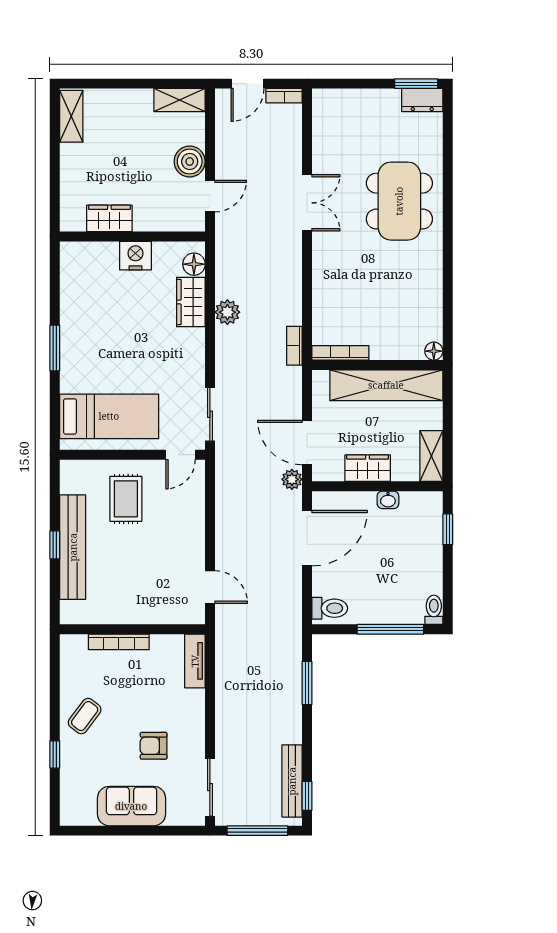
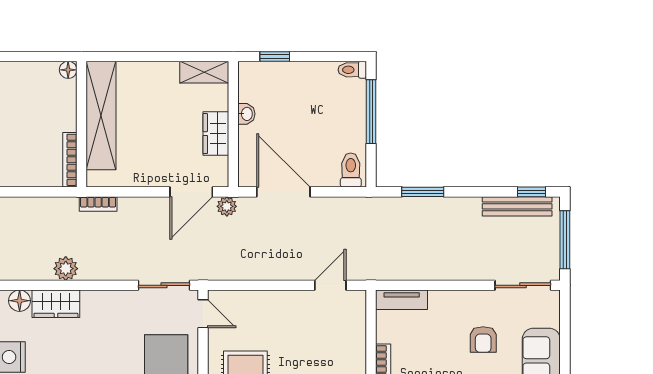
floor lamp: (434, 351) -> (68, 70), moved
bookcase: (340, 353) -> (70, 160), moved
wall: (377, 365) -> (82, 124), moved
shelving: (386, 385) -> (101, 116), moved

